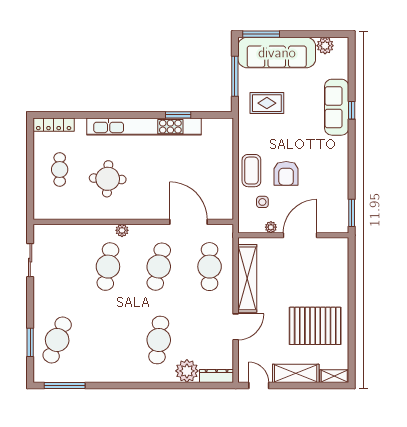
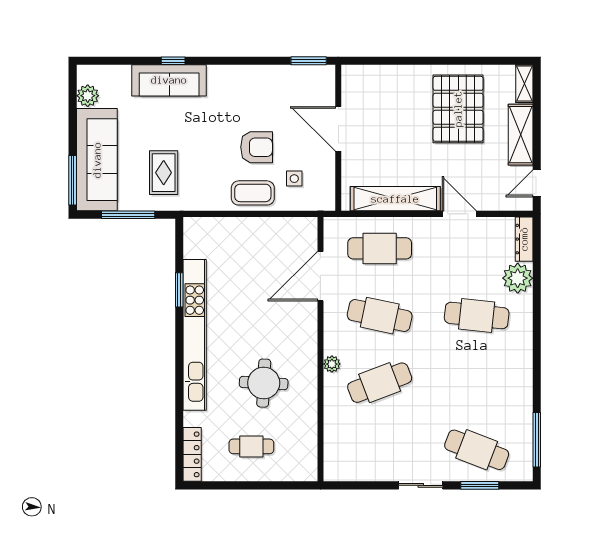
plant: (271, 227) -> (328, 167), removed
sliding door: (30, 260) -> (421, 485), moved
cafe table: (108, 267) -> (380, 383), turned -30

